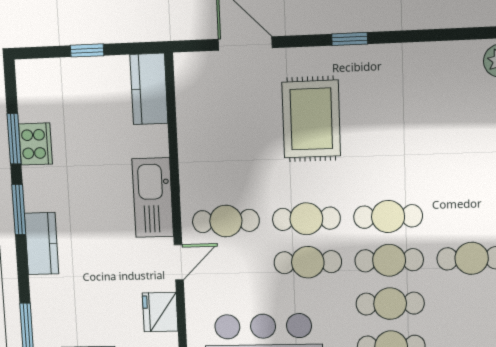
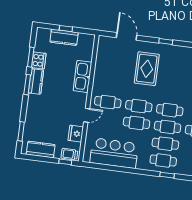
kitchen counter: (149, 89) -> (64, 37), moved, turned -90
kitchen sink: (153, 198) -> (82, 76), moved
kitchen counter: (42, 244) -> (36, 82), moved

